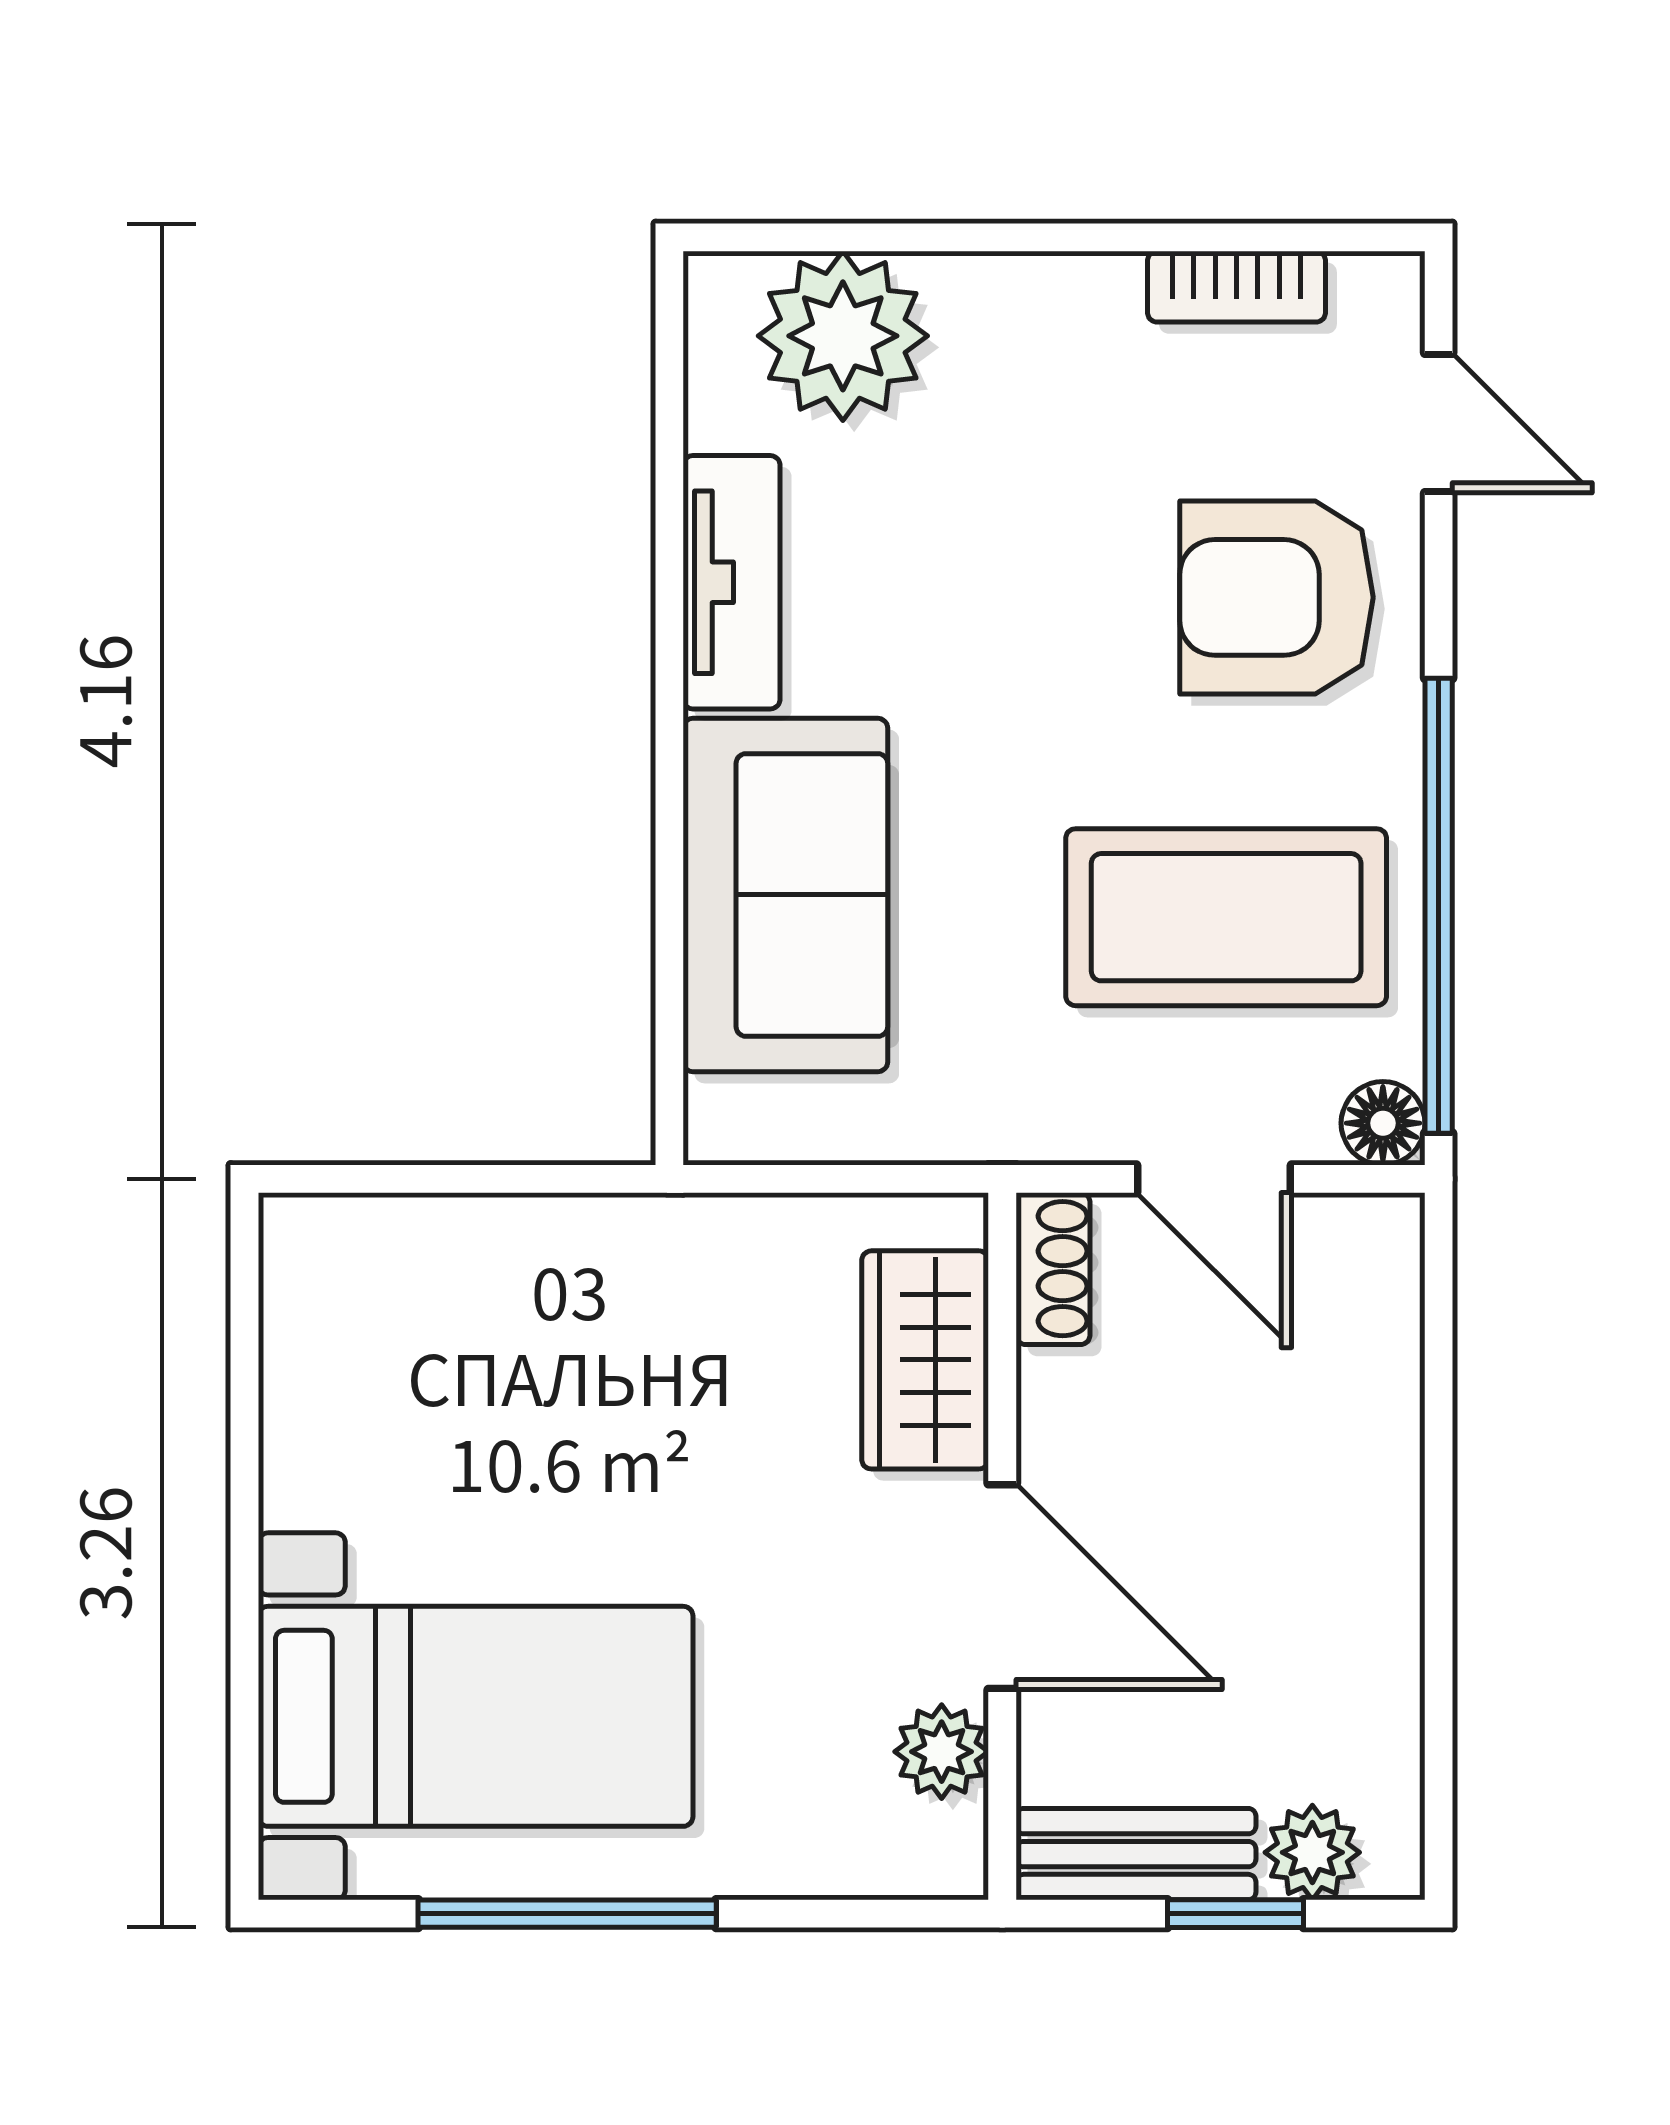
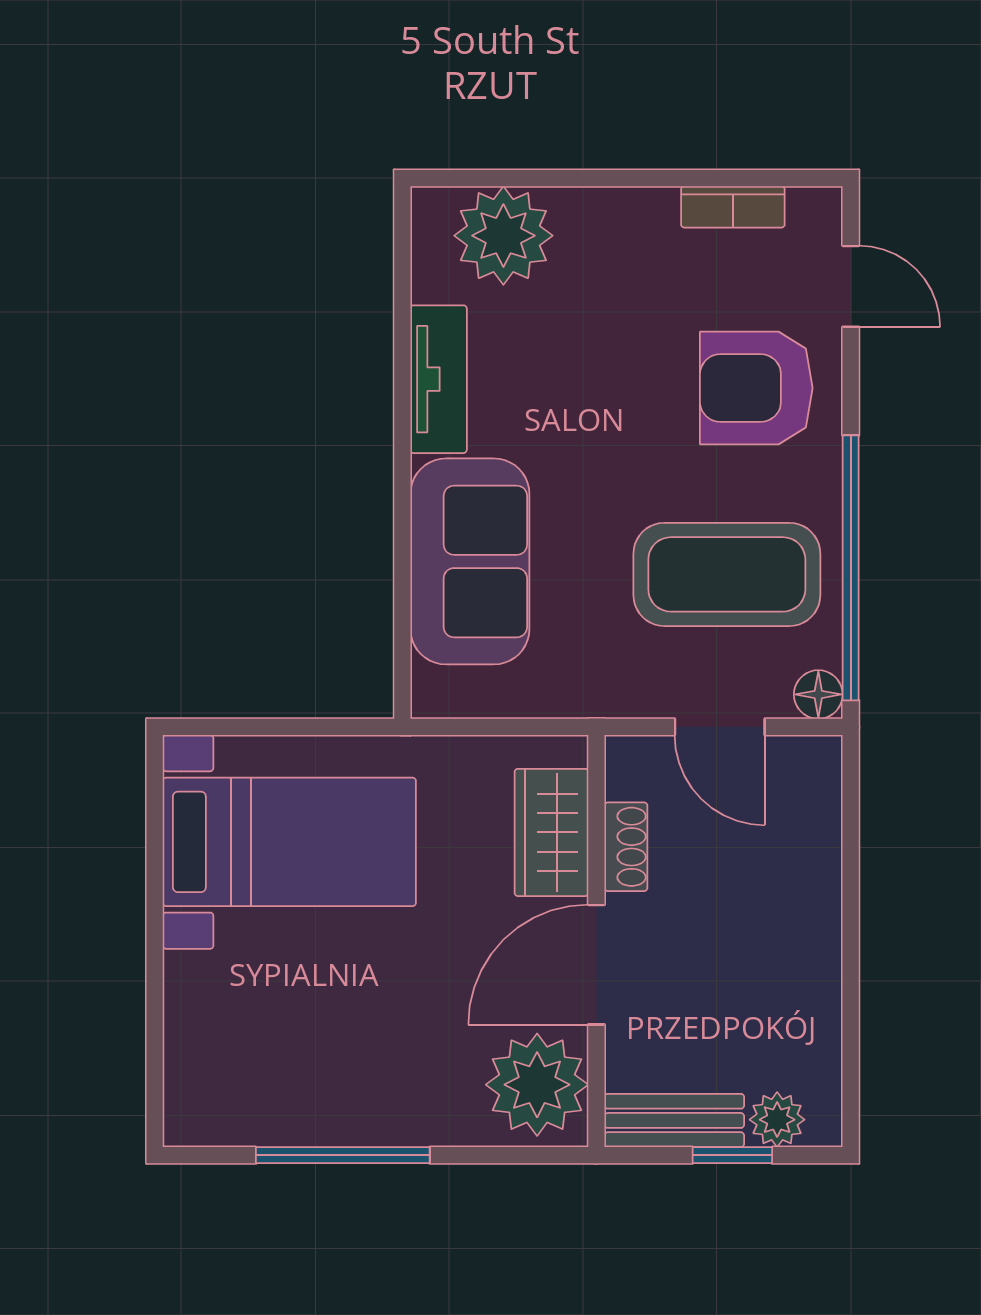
shoe rack: (1053, 1269) -> (626, 847), moved
door: (1002, 1587) -> (596, 965), swing flipped
bed with nightstands: (476, 1716) -> (289, 842), moved
plant: (942, 1752) -> (537, 1085), width x1.87, depth x1.87

